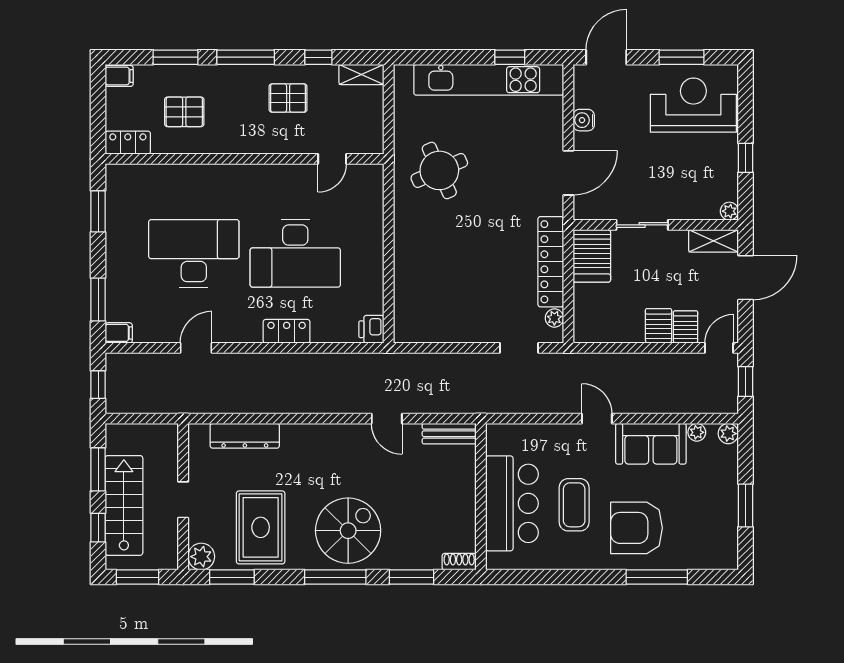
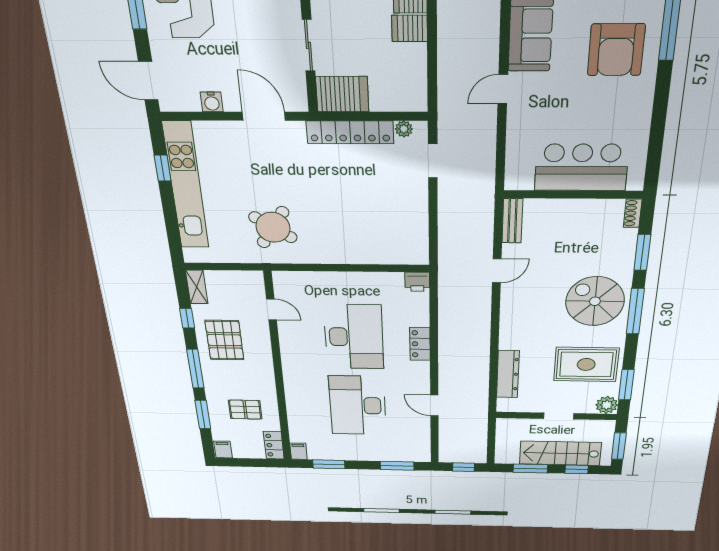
pallet: (288, 98) -> (224, 340), width x1.50, depth x1.42
pallet: (184, 112) -> (245, 410), turned 90
round table: (439, 170) -> (273, 227), turned -33
filing cabinet: (119, 333) -> (298, 451), moved
coffee table: (574, 505) -> (587, 111), removed

